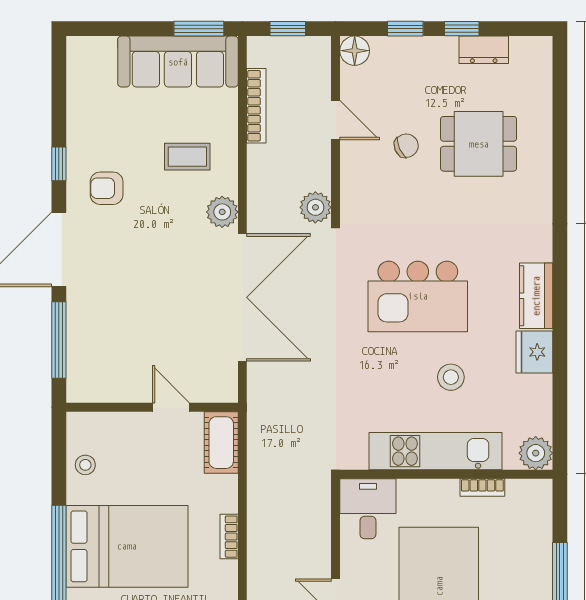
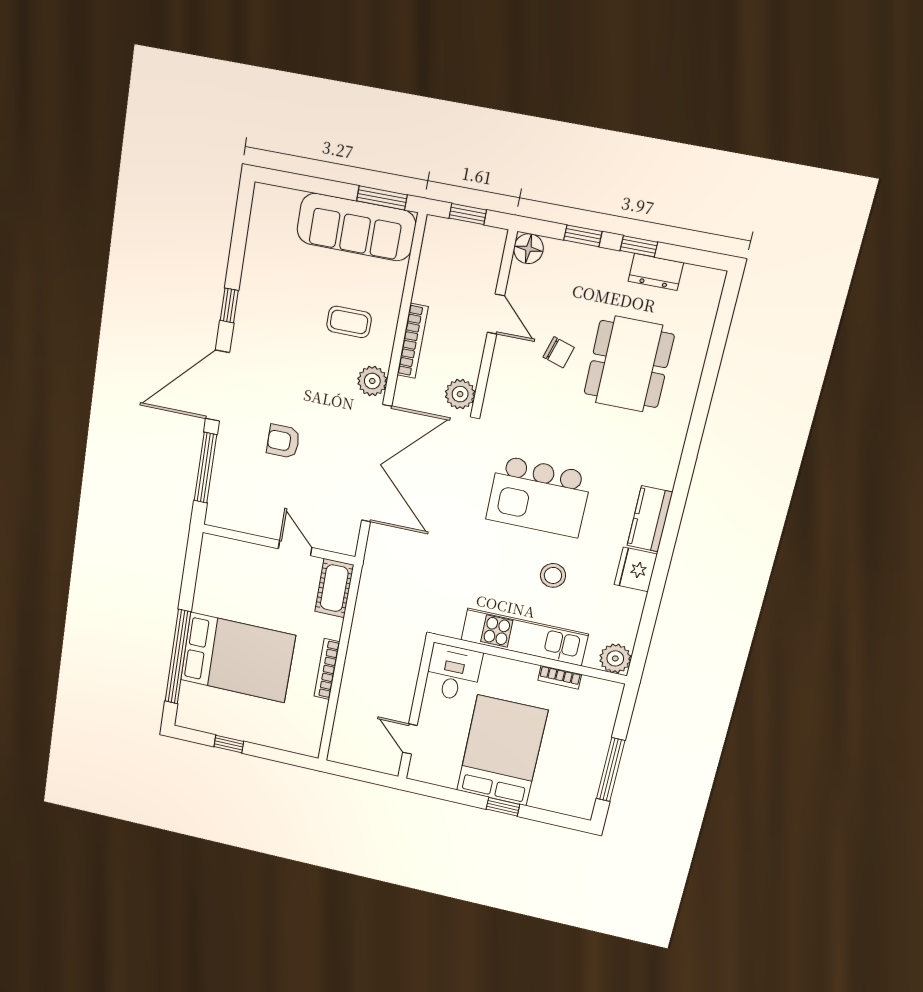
bookcase: (256, 106) -> (413, 341), moved
dining table: (479, 144) -> (629, 364), width x1.38
chair: (406, 146) -> (559, 352), turned 41
armchair: (107, 188) -> (283, 441), moved
stool: (85, 465) -> (212, 581), removed
bookcase: (229, 537) -> (327, 669), width x1.56

